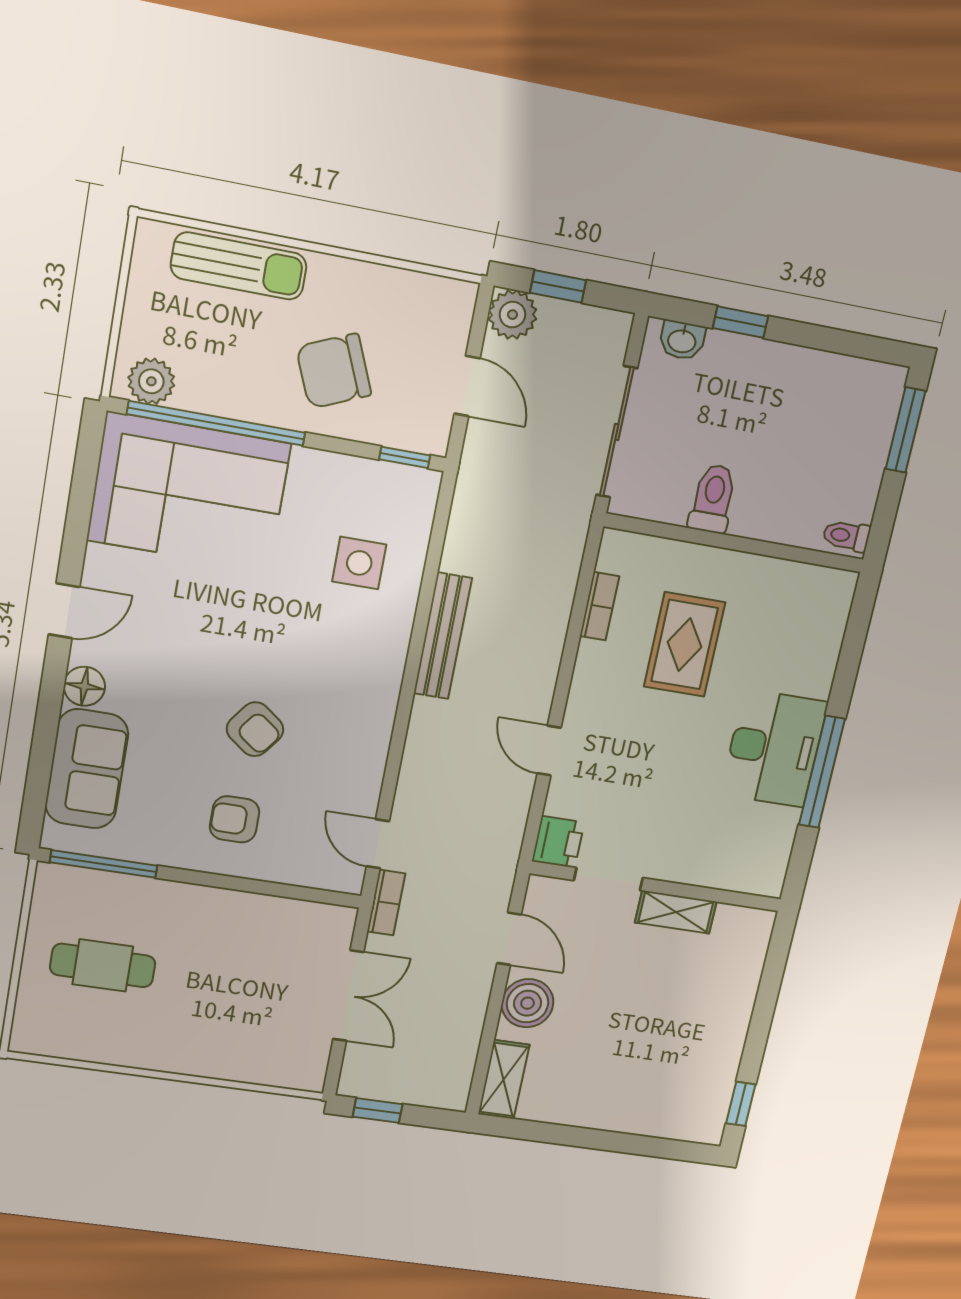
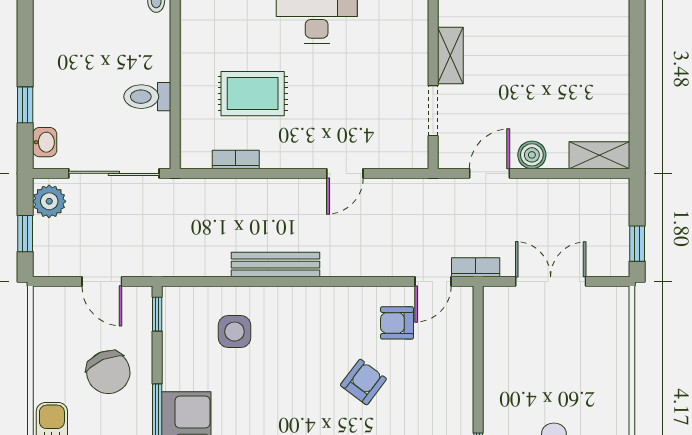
plant: (513, 315) -> (49, 201), moved
door: (467, 386) -> (102, 281), swing flipped
armchair: (235, 819) -> (397, 323), moved, turned 90
printer: (558, 842) -> (411, 153), removed
boiler: (528, 1003) -> (532, 155), width x0.73, depth x0.73

